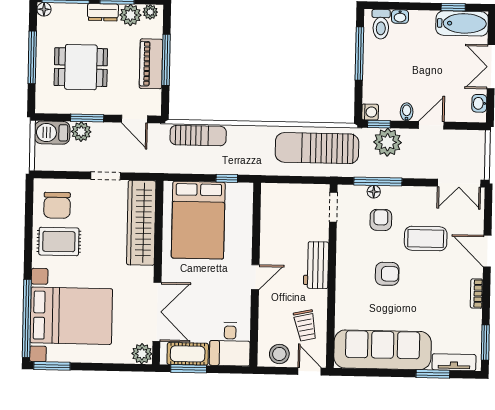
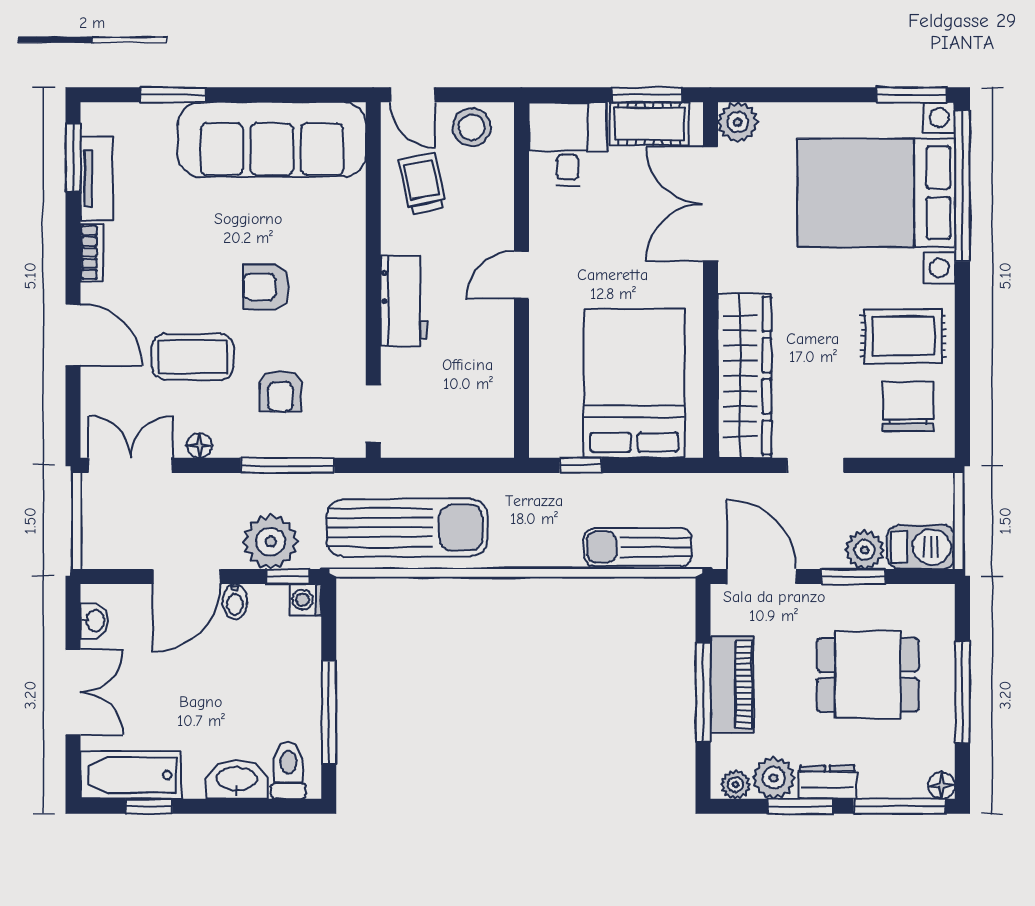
washbasin: (400, 17) -> (237, 780), width x1.91, depth x1.45
door: (135, 119) -> (762, 577), width x1.38
door: (431, 125) -> (187, 577), width x1.38
floor lamp: (374, 192) -> (199, 445), moved
tv unit: (454, 362) -> (97, 179), moved, turned -90

